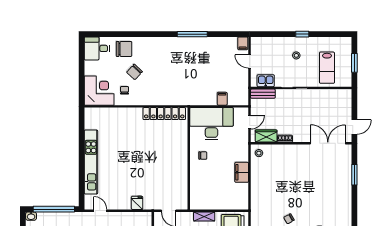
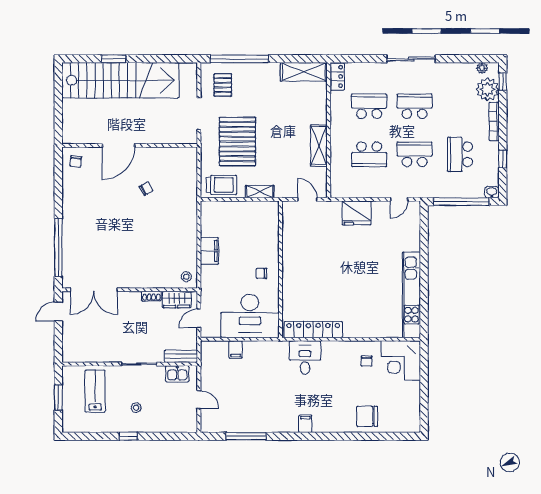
window: (192, 34) -> (246, 436), moved
filing cabinet: (243, 43) -> (305, 424), moved
desk: (97, 48) -> (305, 358), moved, turned -90
chair: (134, 72) -> (353, 385), removed
kitchen unit: (91, 162) -> (411, 295), moved
window: (354, 175) -> (58, 248), width x2.11
fridge: (137, 203) -> (356, 213), width x1.88, depth x1.34
door: (100, 211) -> (399, 199), hinge flipped

